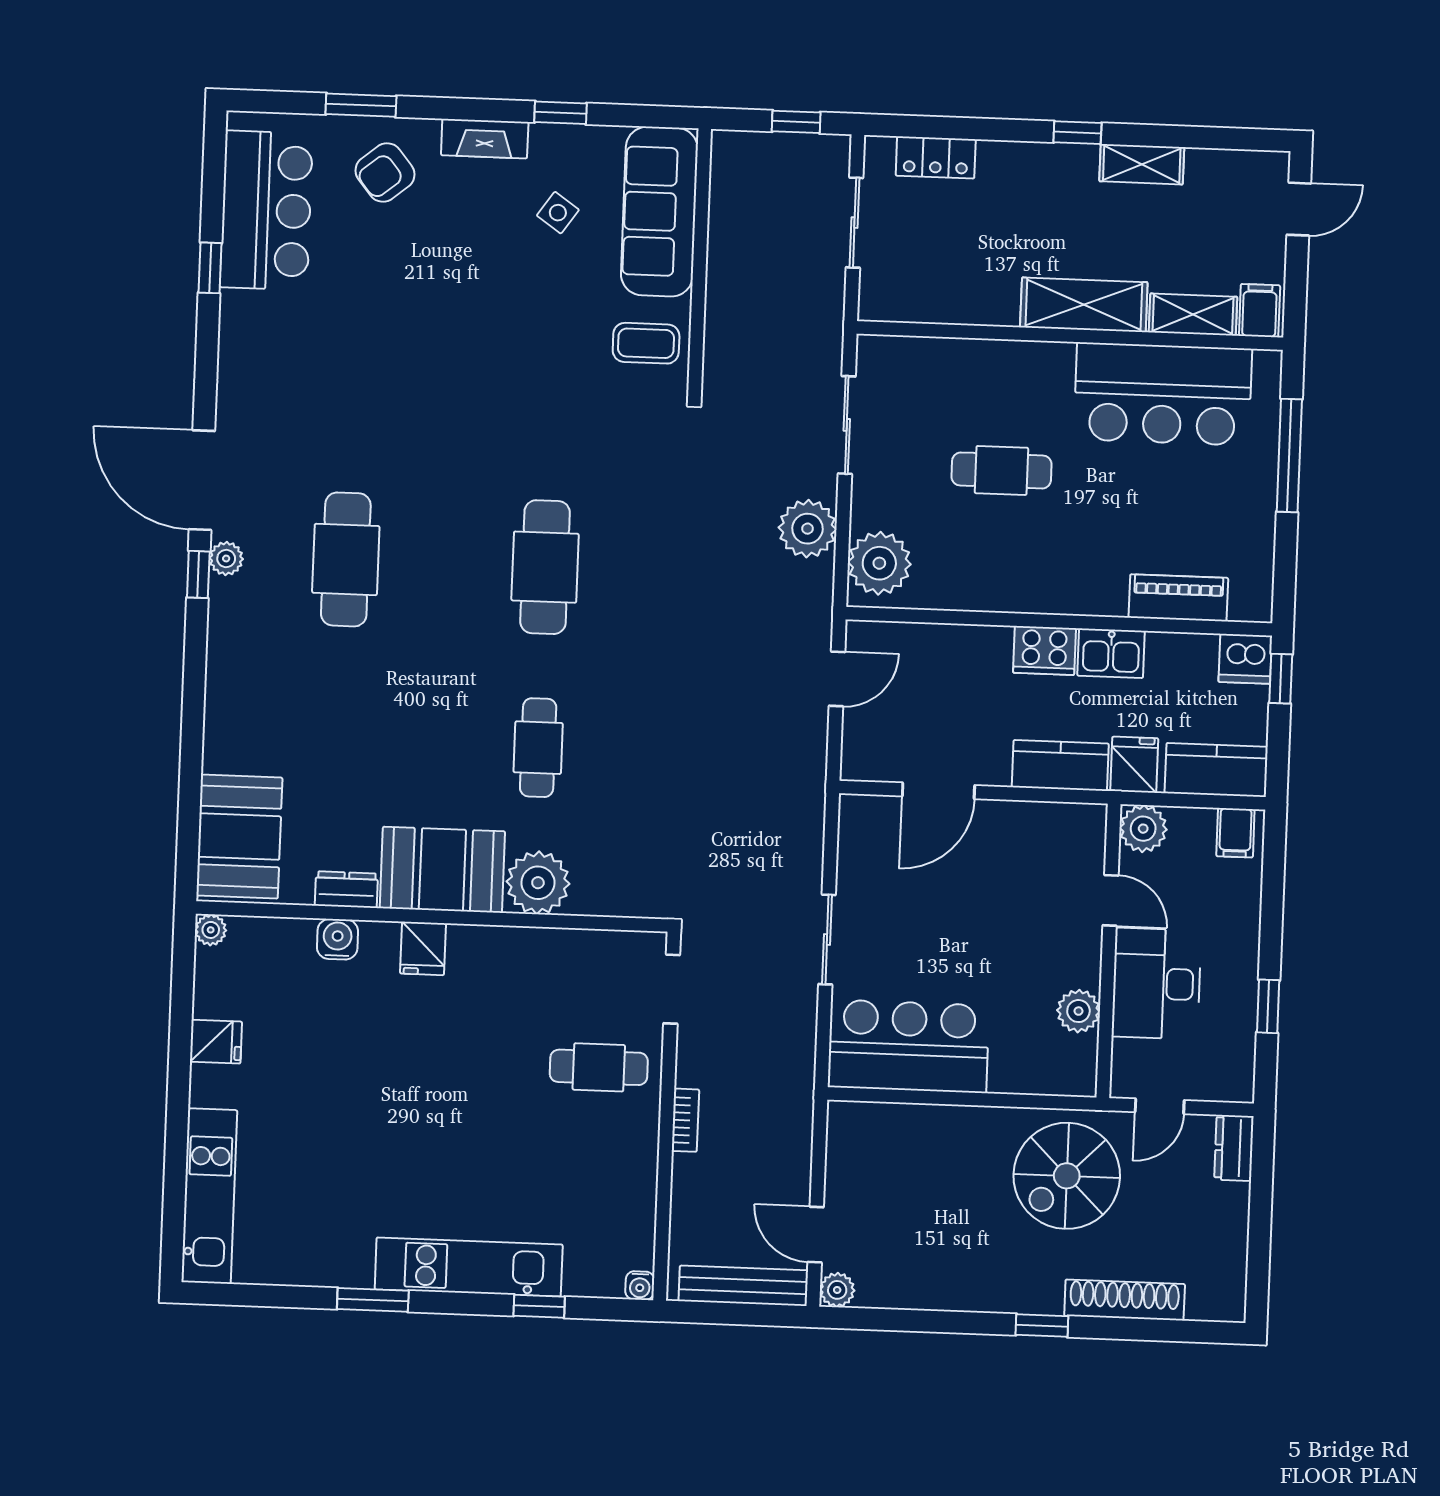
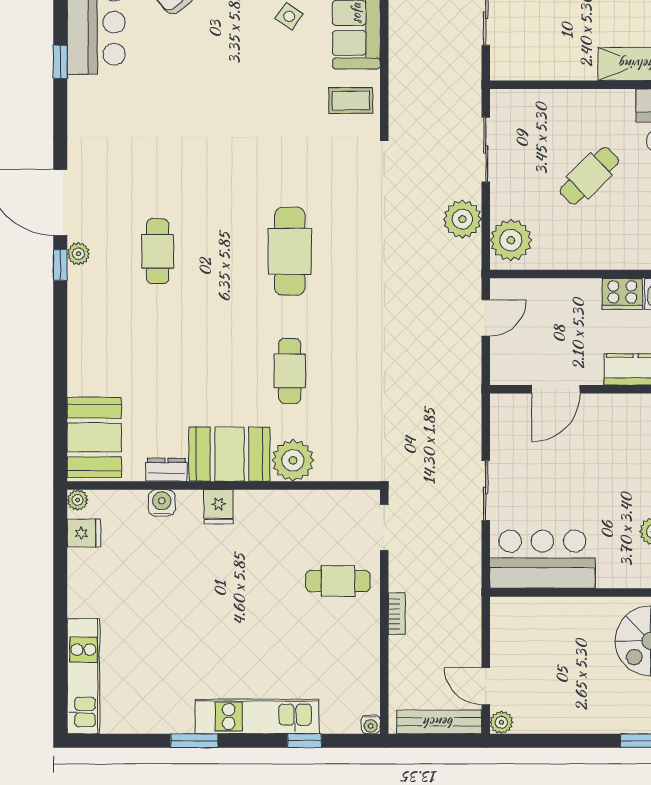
cafe table: (1001, 470) -> (589, 176), turned -44
cafe table: (346, 559) -> (158, 251), width x0.73, depth x0.74
fridge: (216, 1042) -> (84, 533), moved

